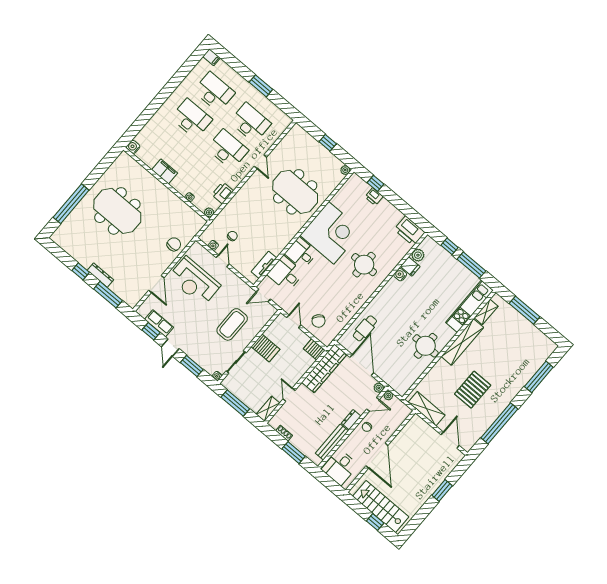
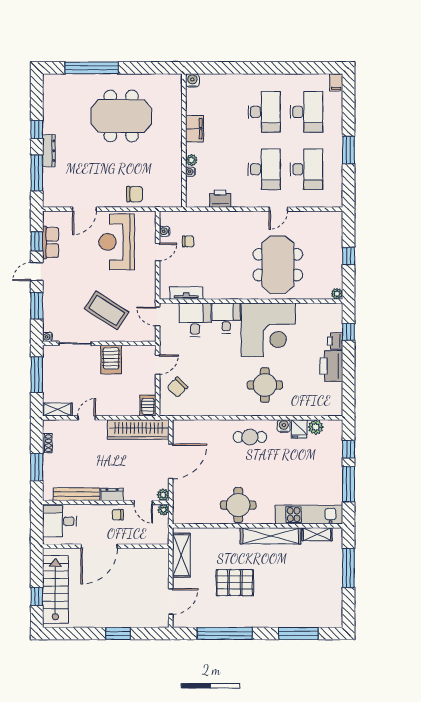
meeting table: (117, 211) -> (121, 116), turned 90
plant: (209, 212) -> (191, 160), moved
printer: (410, 231) -> (331, 366), moved
coffee table: (232, 324) -> (107, 310), turned 33
cafe table: (365, 328) -> (250, 437), moved

